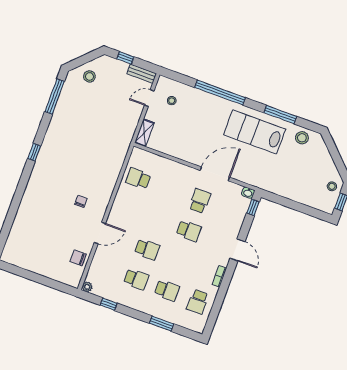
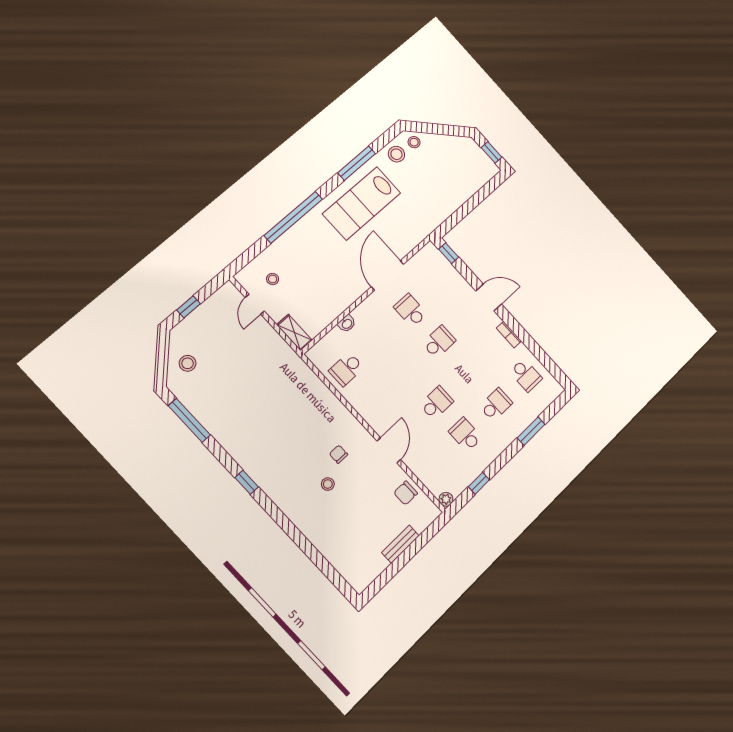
bench: (142, 74) -> (400, 544), moved
stool: (332, 186) -> (414, 142), moved
washbasin: (248, 193) -> (347, 324), moved
stool: (59, 204) -> (328, 484), added
school desk: (136, 279) -> (465, 435), turned -90

